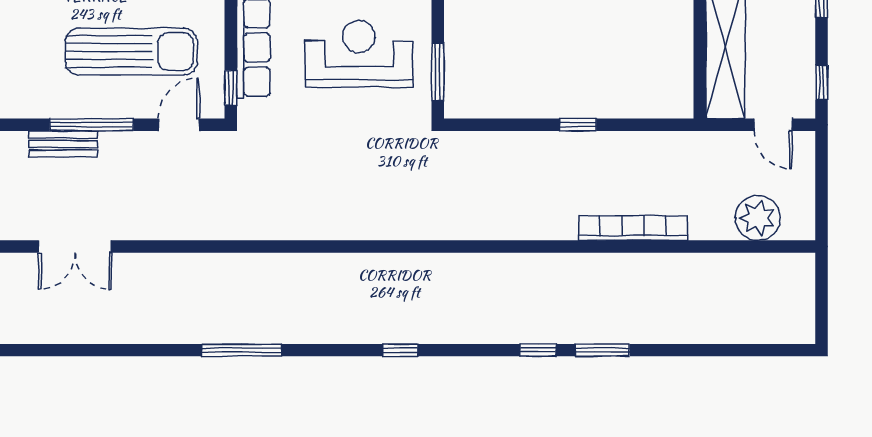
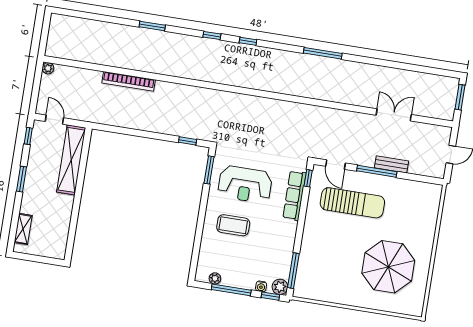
sun lounger: (131, 52) -> (352, 203), turned 180
door: (179, 125) -> (335, 165), hinge flipped
window: (578, 125) -> (188, 141), moved
plant: (758, 218) -> (48, 68), moved, width x0.53, depth x0.53
window: (538, 350) -> (212, 36), moved

